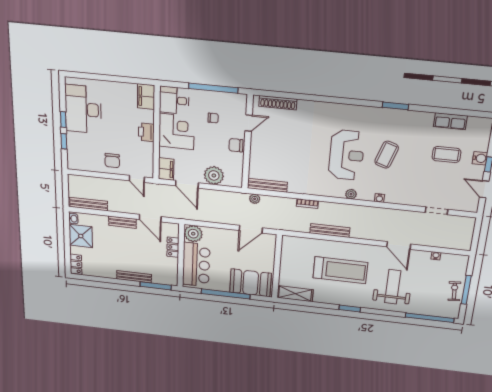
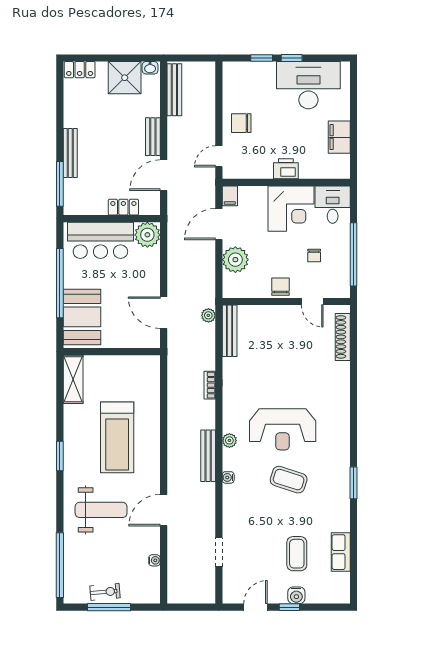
filing cabinet: (146, 97) -> (339, 137), moved, turned -90
filing cabinet: (166, 169) -> (230, 196), width x0.50
bench: (330, 231) -> (208, 456), moved

